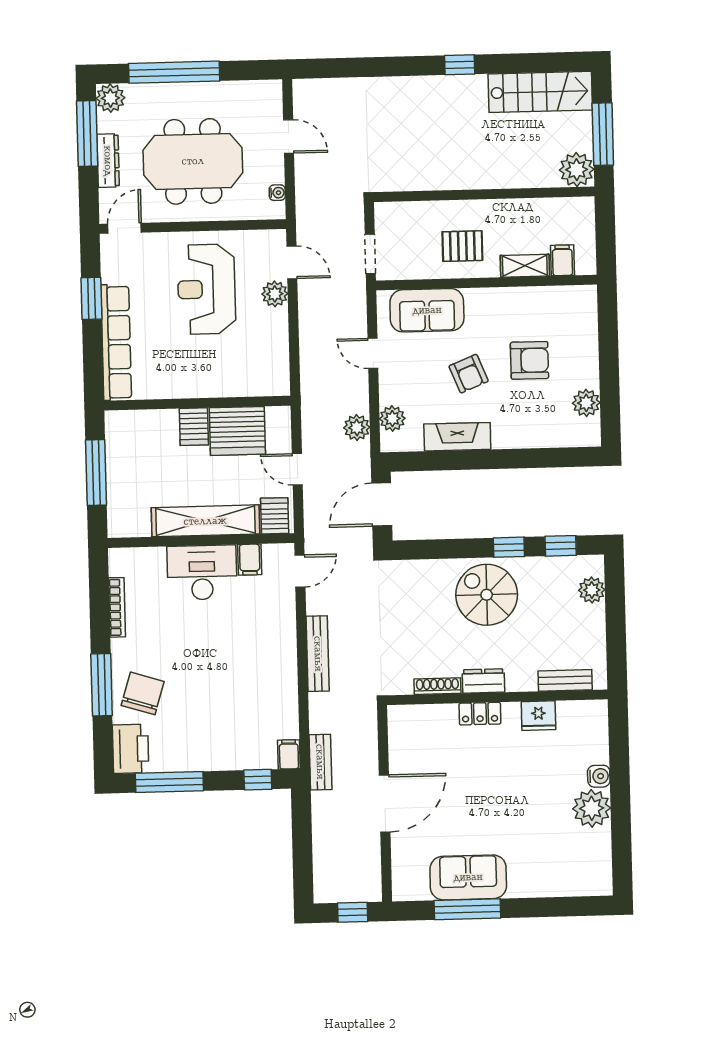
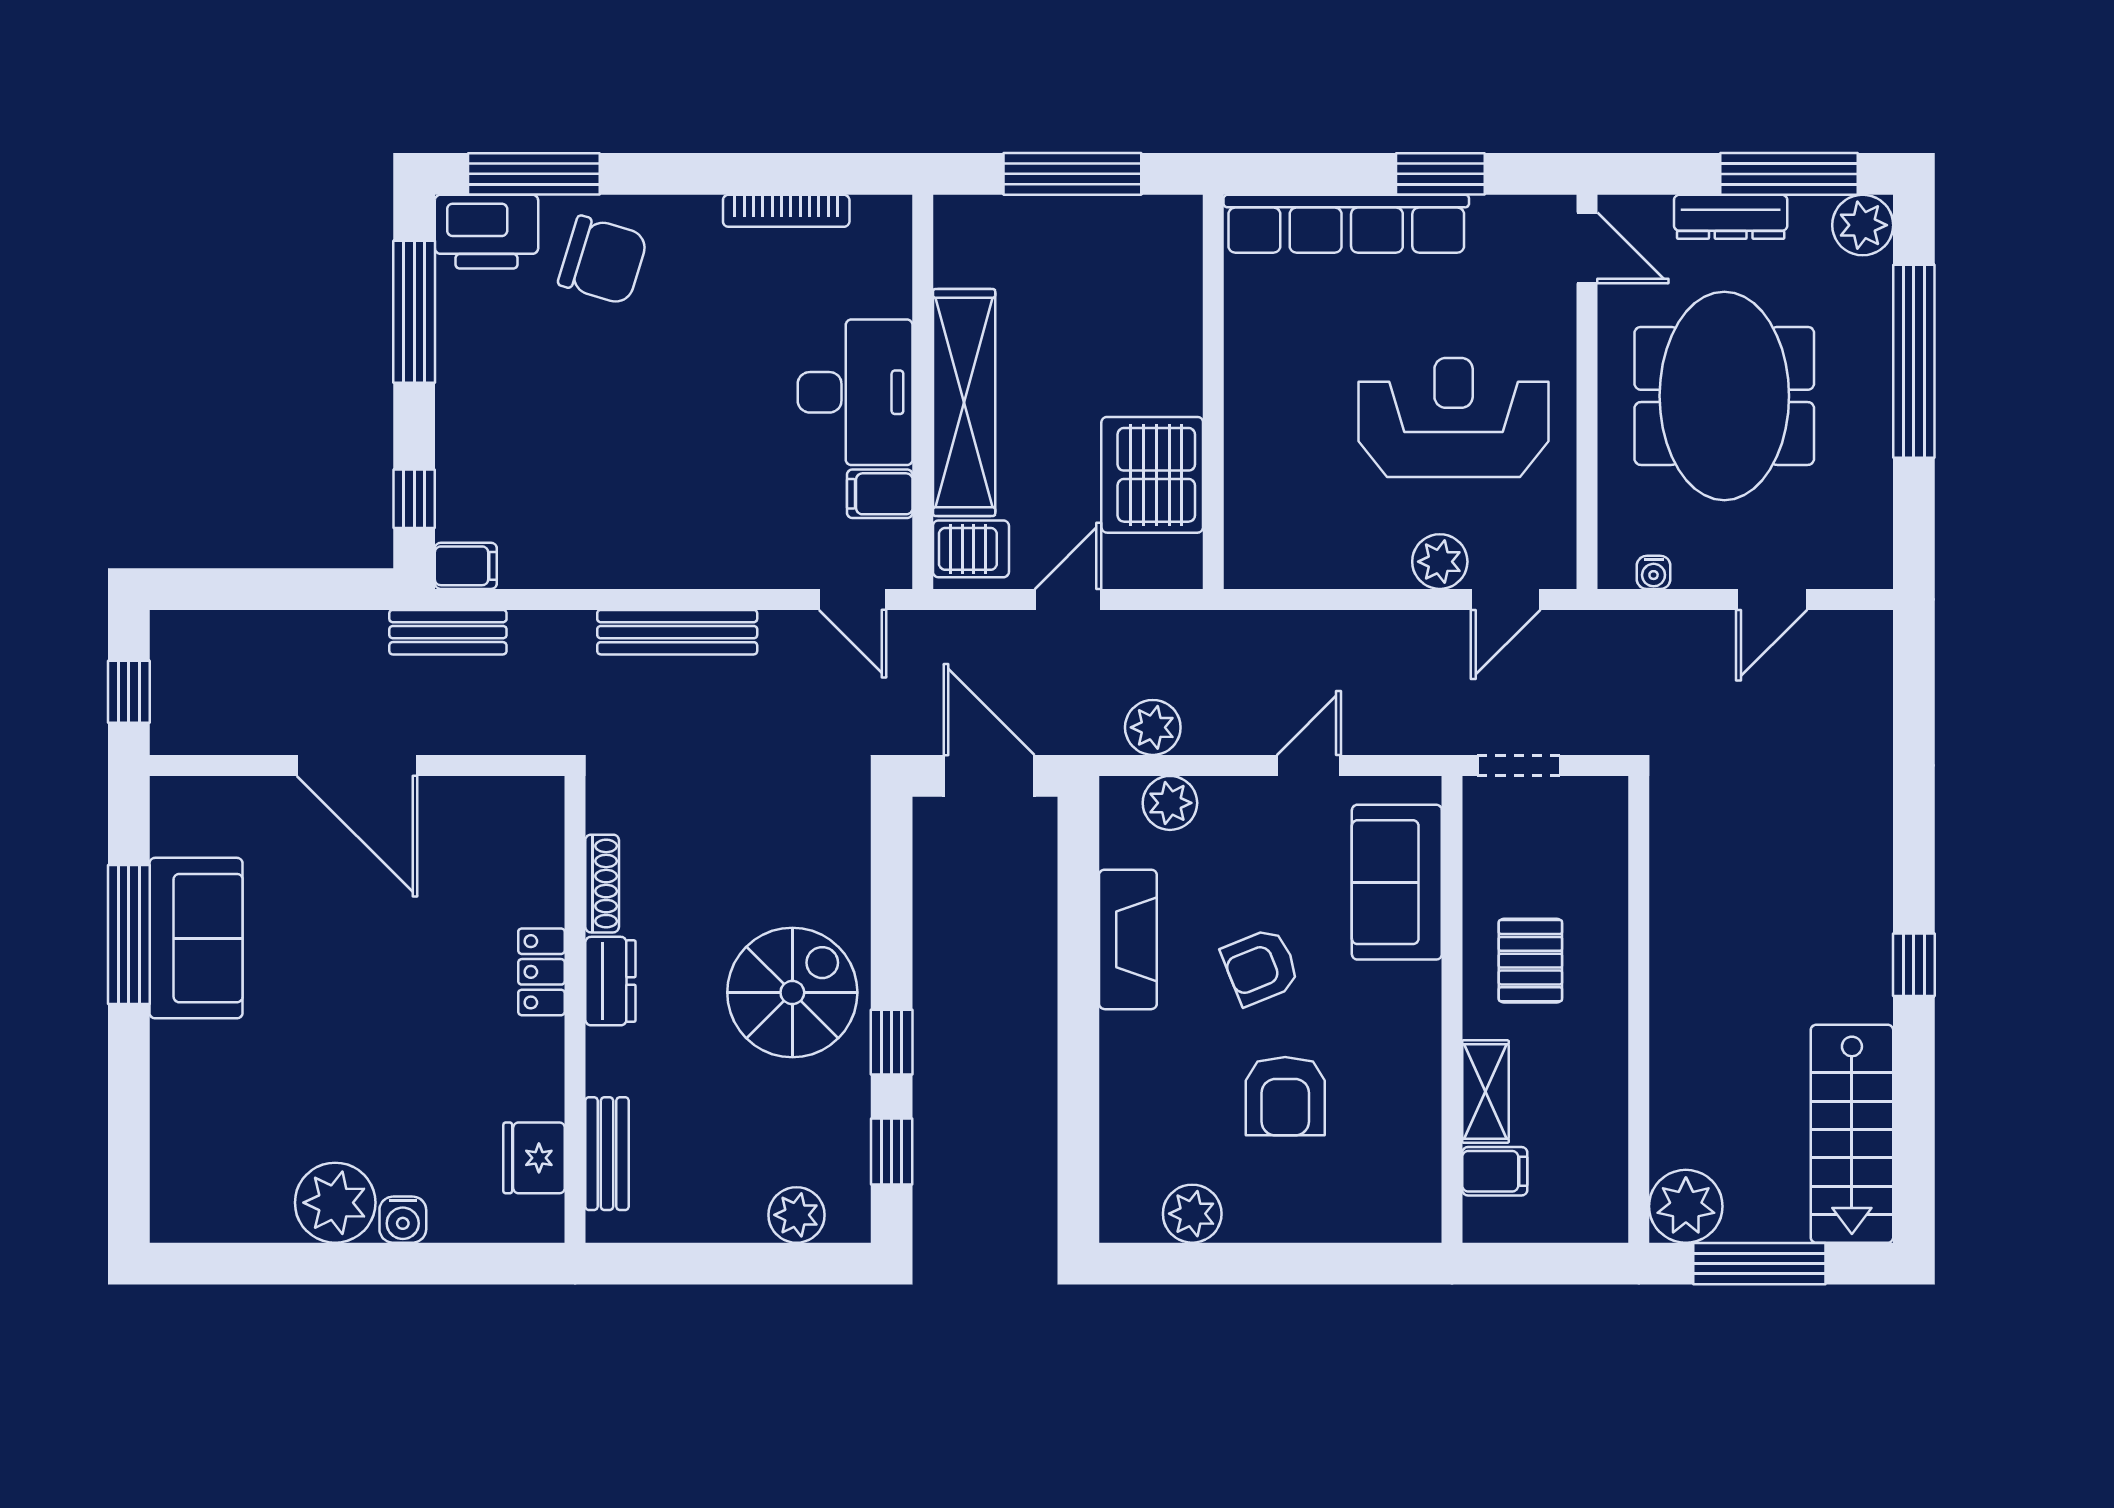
server rack: (194, 427) -> (1164, 383), removed
window: (102, 685) -> (534, 174), moved
fridge: (538, 716) -> (534, 1158), moved

